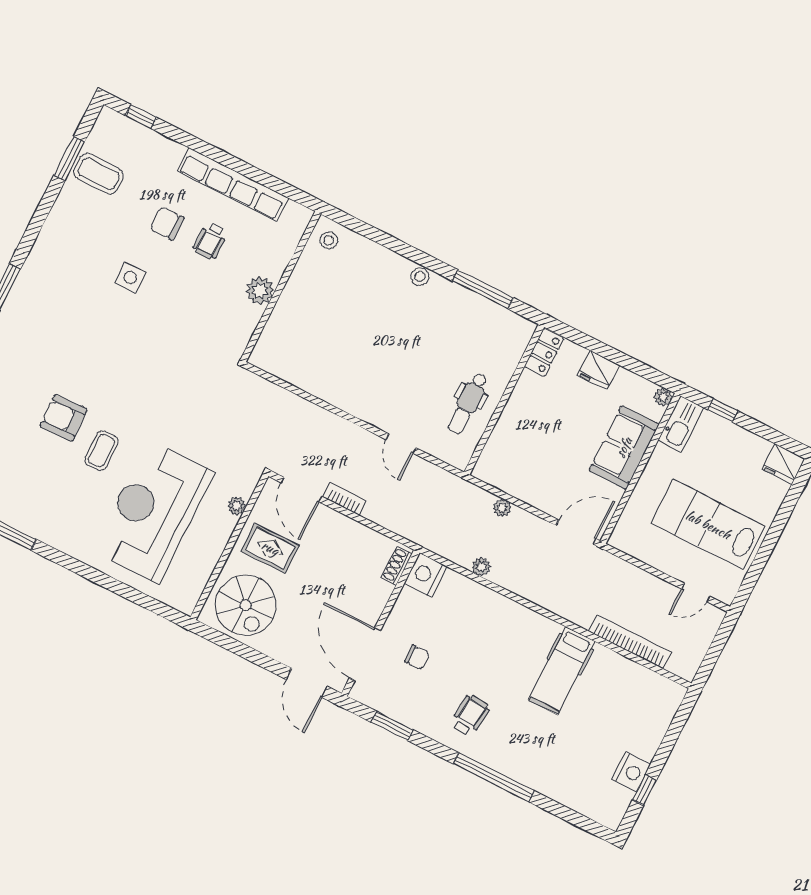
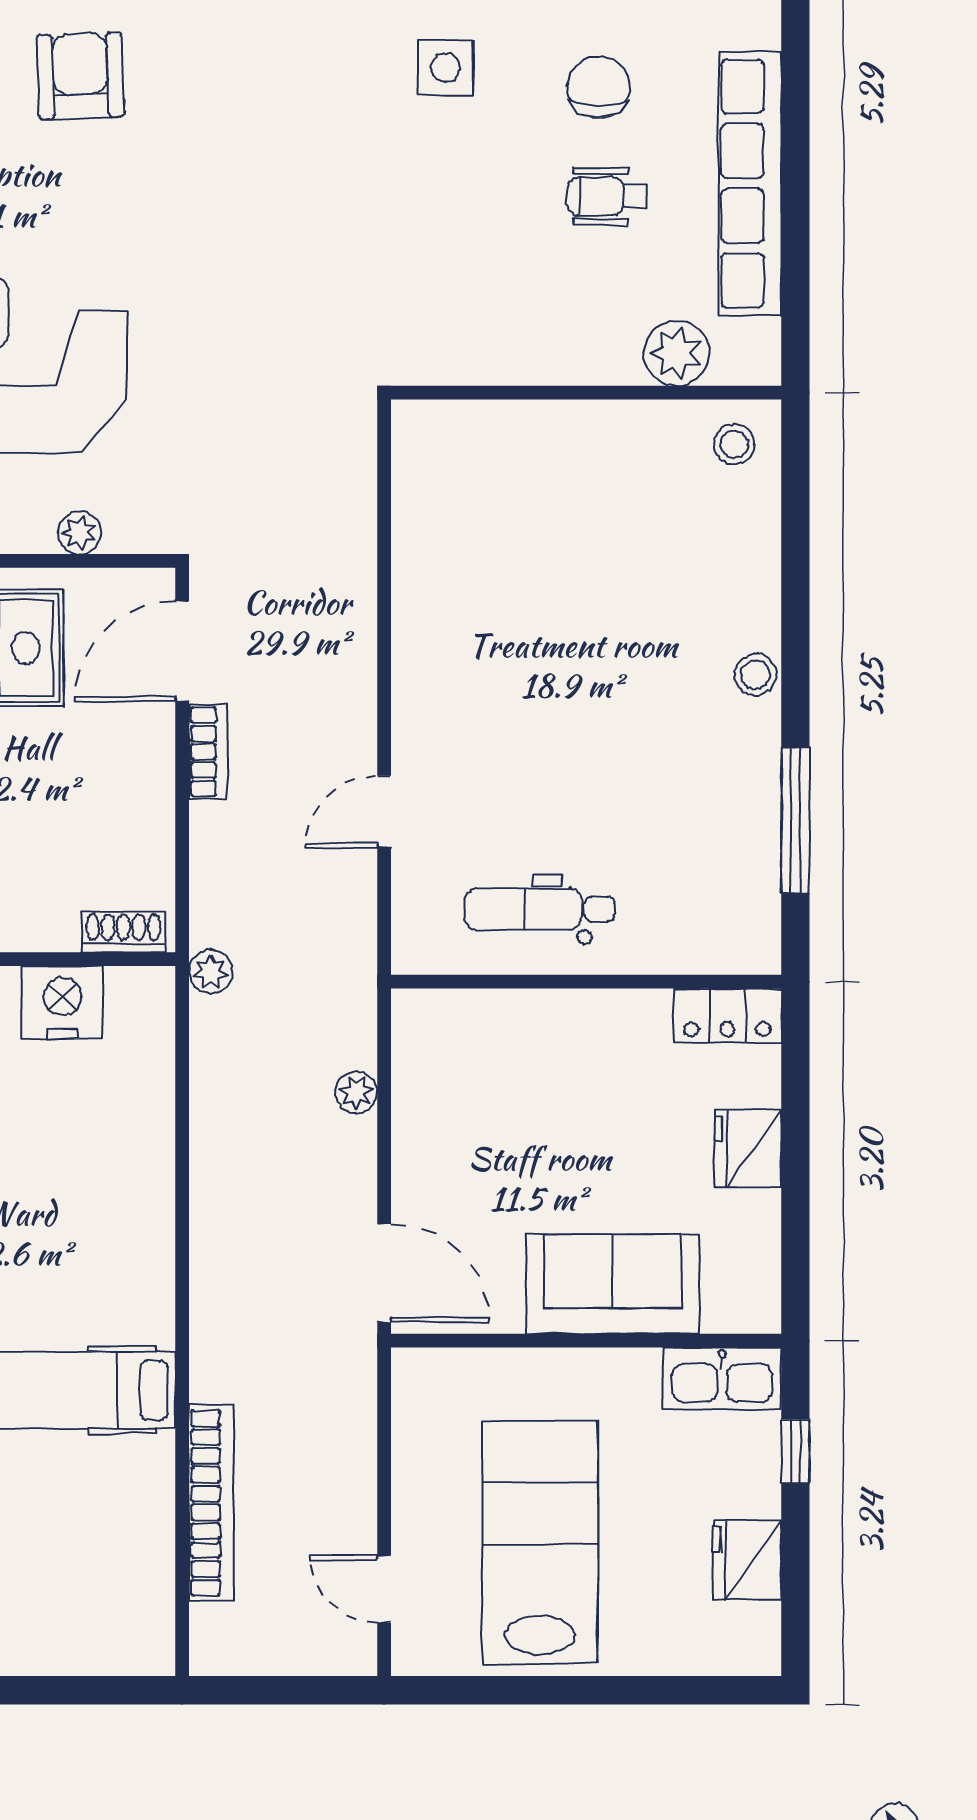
plant: (260, 291) -> (676, 353), moved
plant: (663, 397) -> (760, 1313), removed
coffee table: (101, 451) -> (52, 190), removed
fridge: (783, 464) -> (747, 1560), moved
plant: (481, 567) -> (211, 972), moved
nightstand: (425, 575) -> (62, 1002), moved

